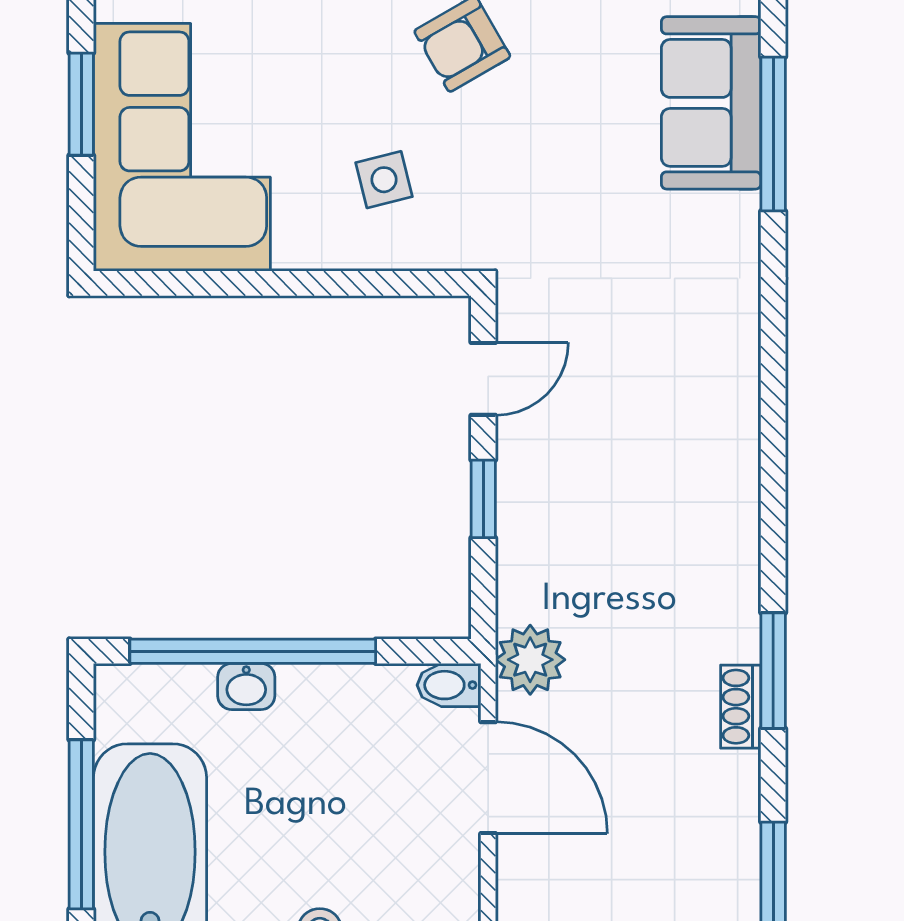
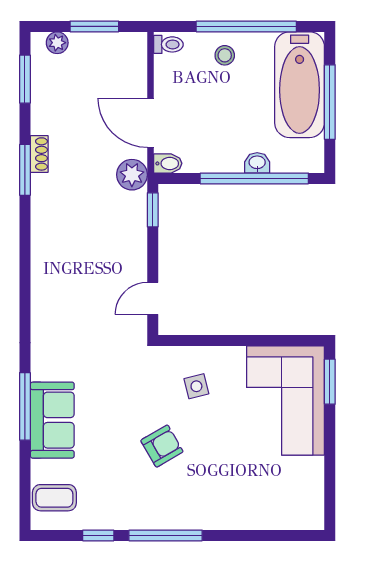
window: (81, 104) -> (330, 382), moved
window: (483, 499) -> (153, 210), moved

